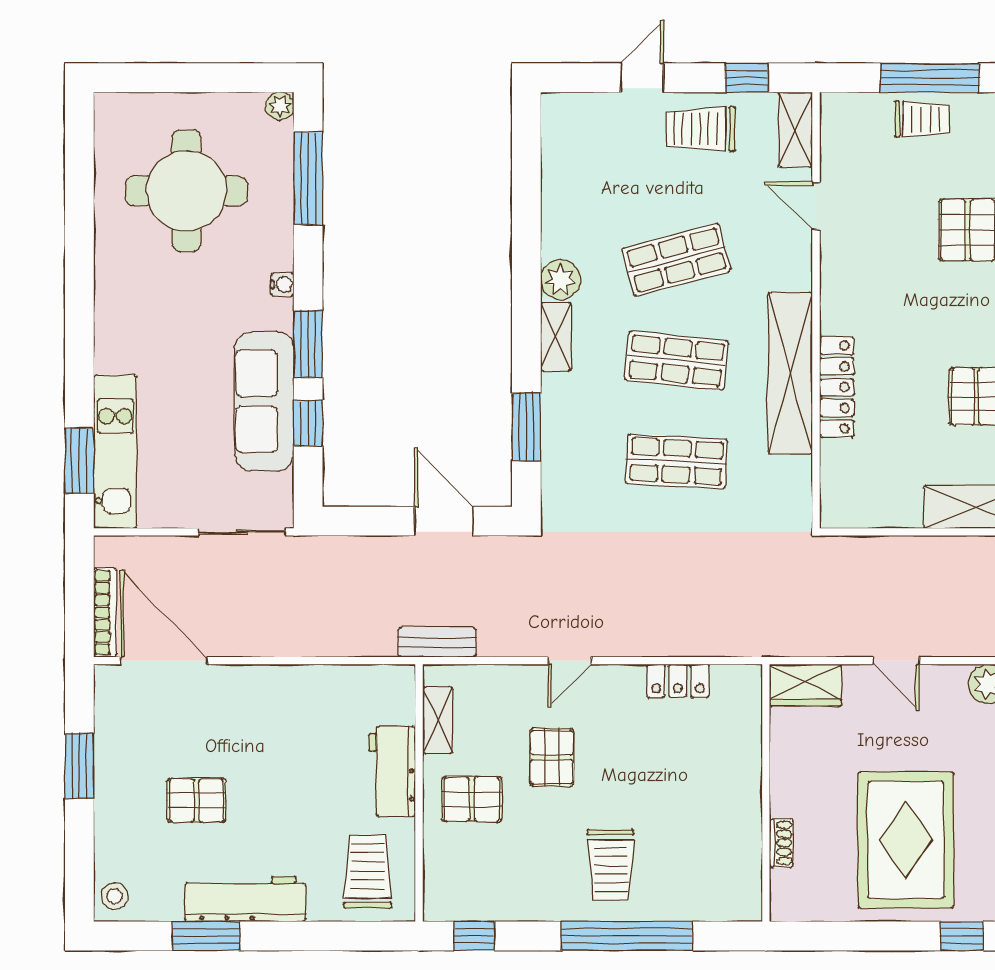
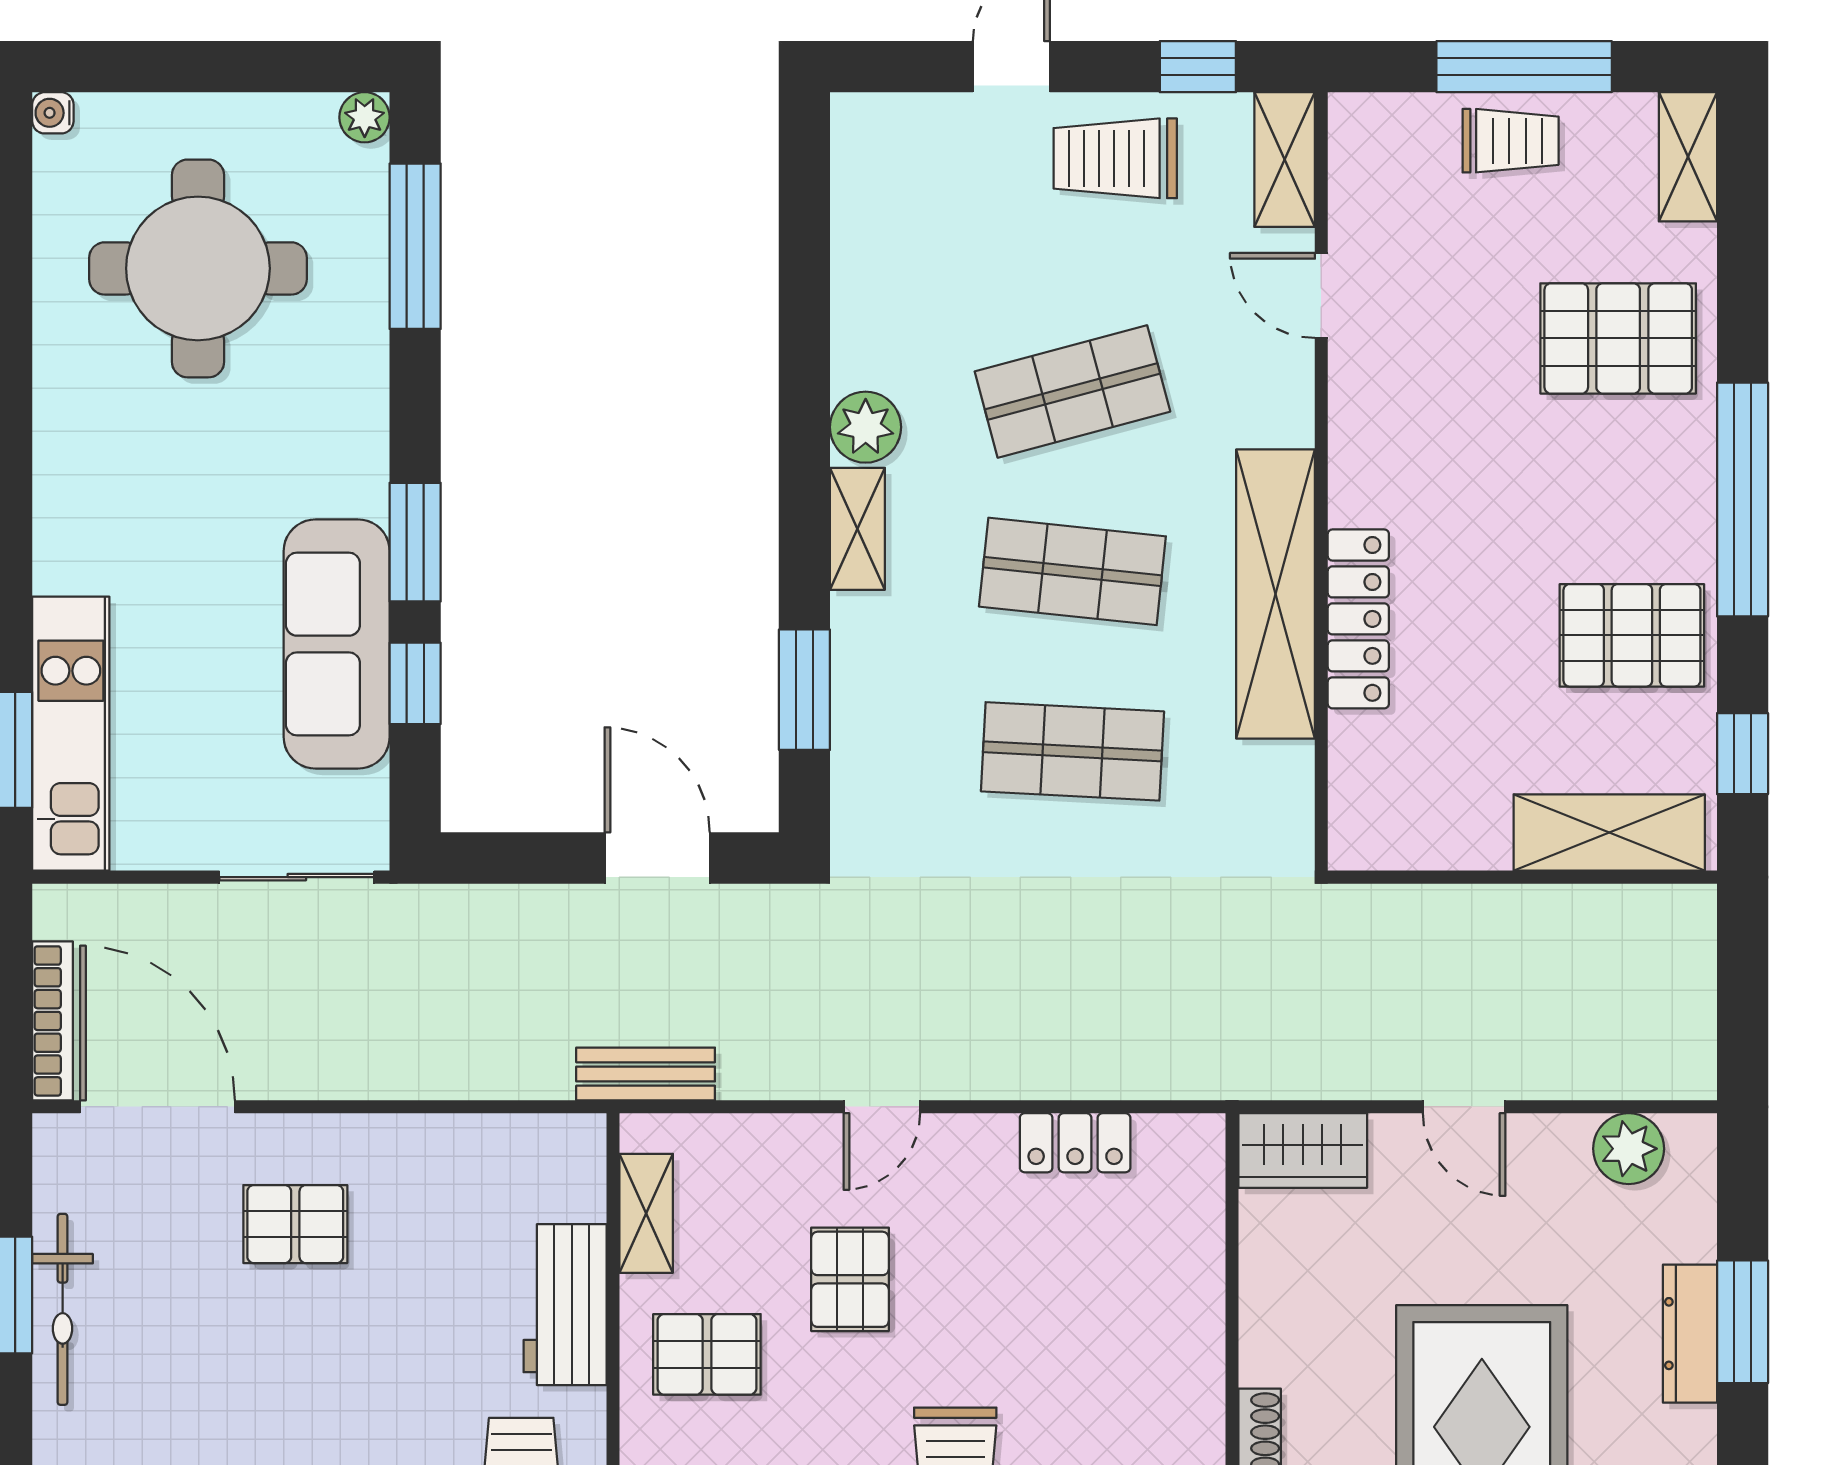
water cooler: (282, 285) -> (53, 113), moved, turned 180
bicycle: (111, 774) -> (63, 1309), added
pallet: (196, 800) -> (295, 1224), moved

